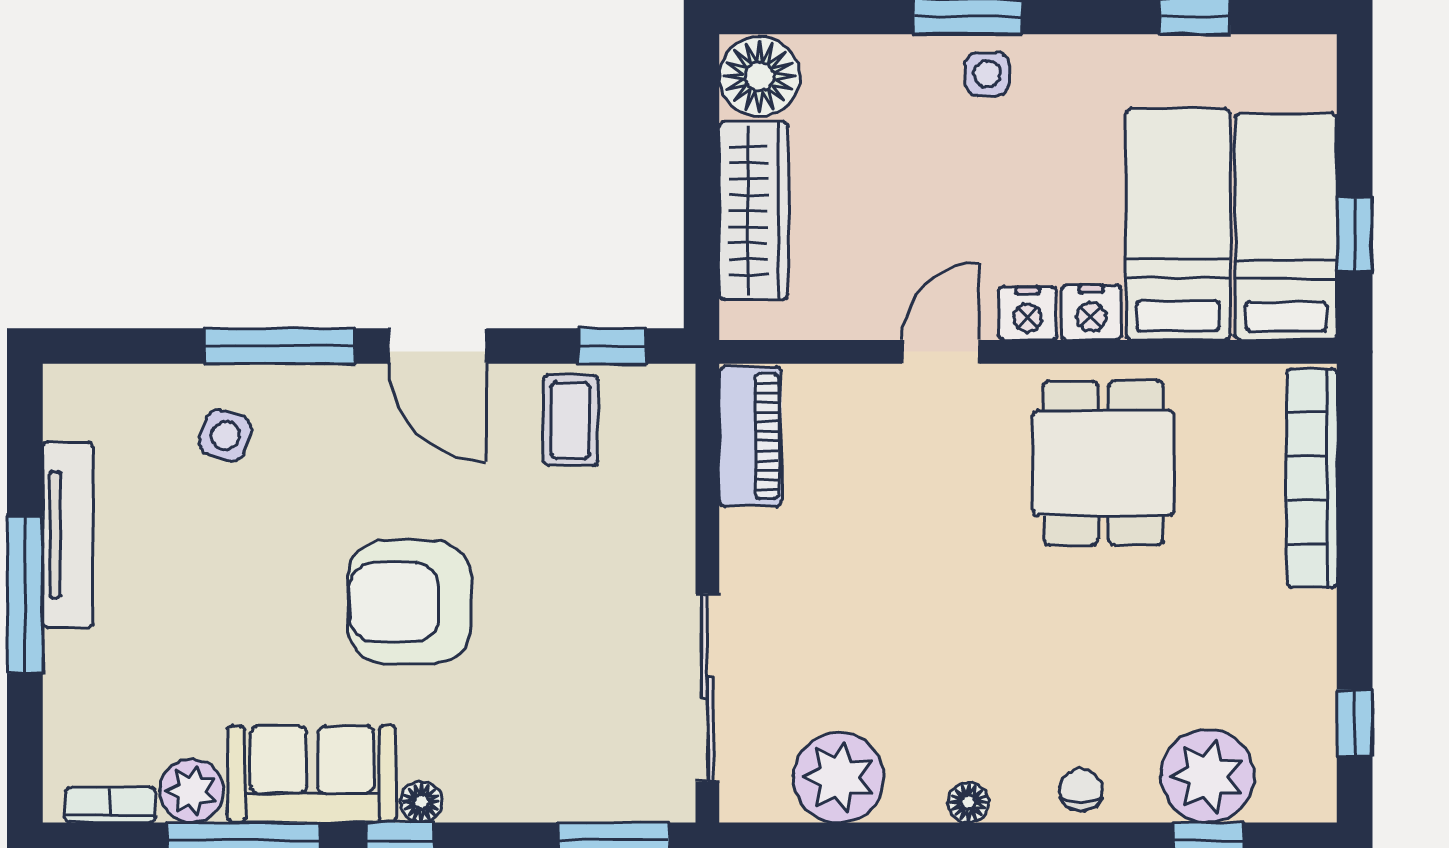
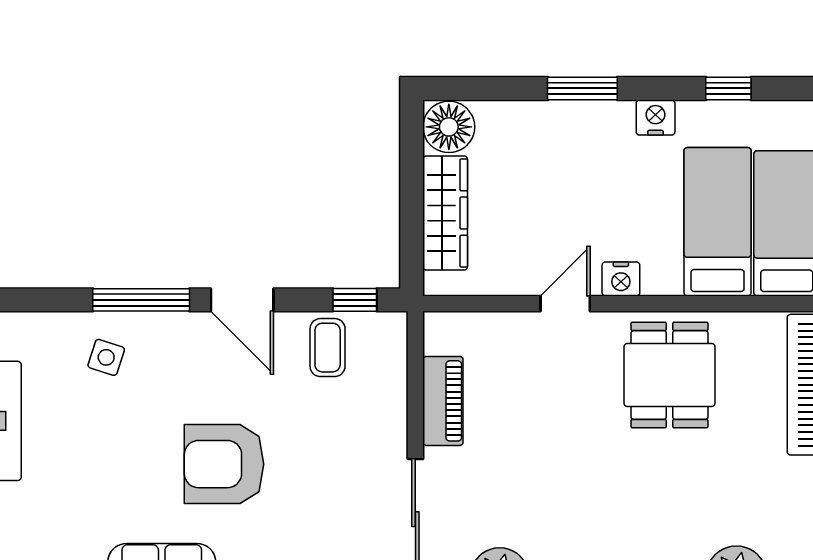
side table: (987, 74) -> (595, 125), removed
nightstand: (1091, 313) -> (656, 117), moved, turned 180
piano: (750, 436) -> (443, 401), moved

